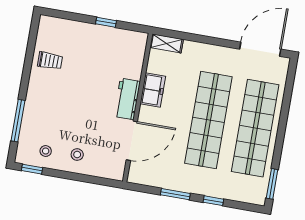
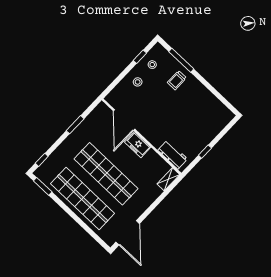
trolley: (50, 61) -> (177, 80), moved
freezer: (153, 90) -> (138, 145), moved
workbench: (127, 99) -> (173, 155), moved
window: (32, 169) -> (140, 57), moved
window: (213, 201) -> (42, 160), moved

